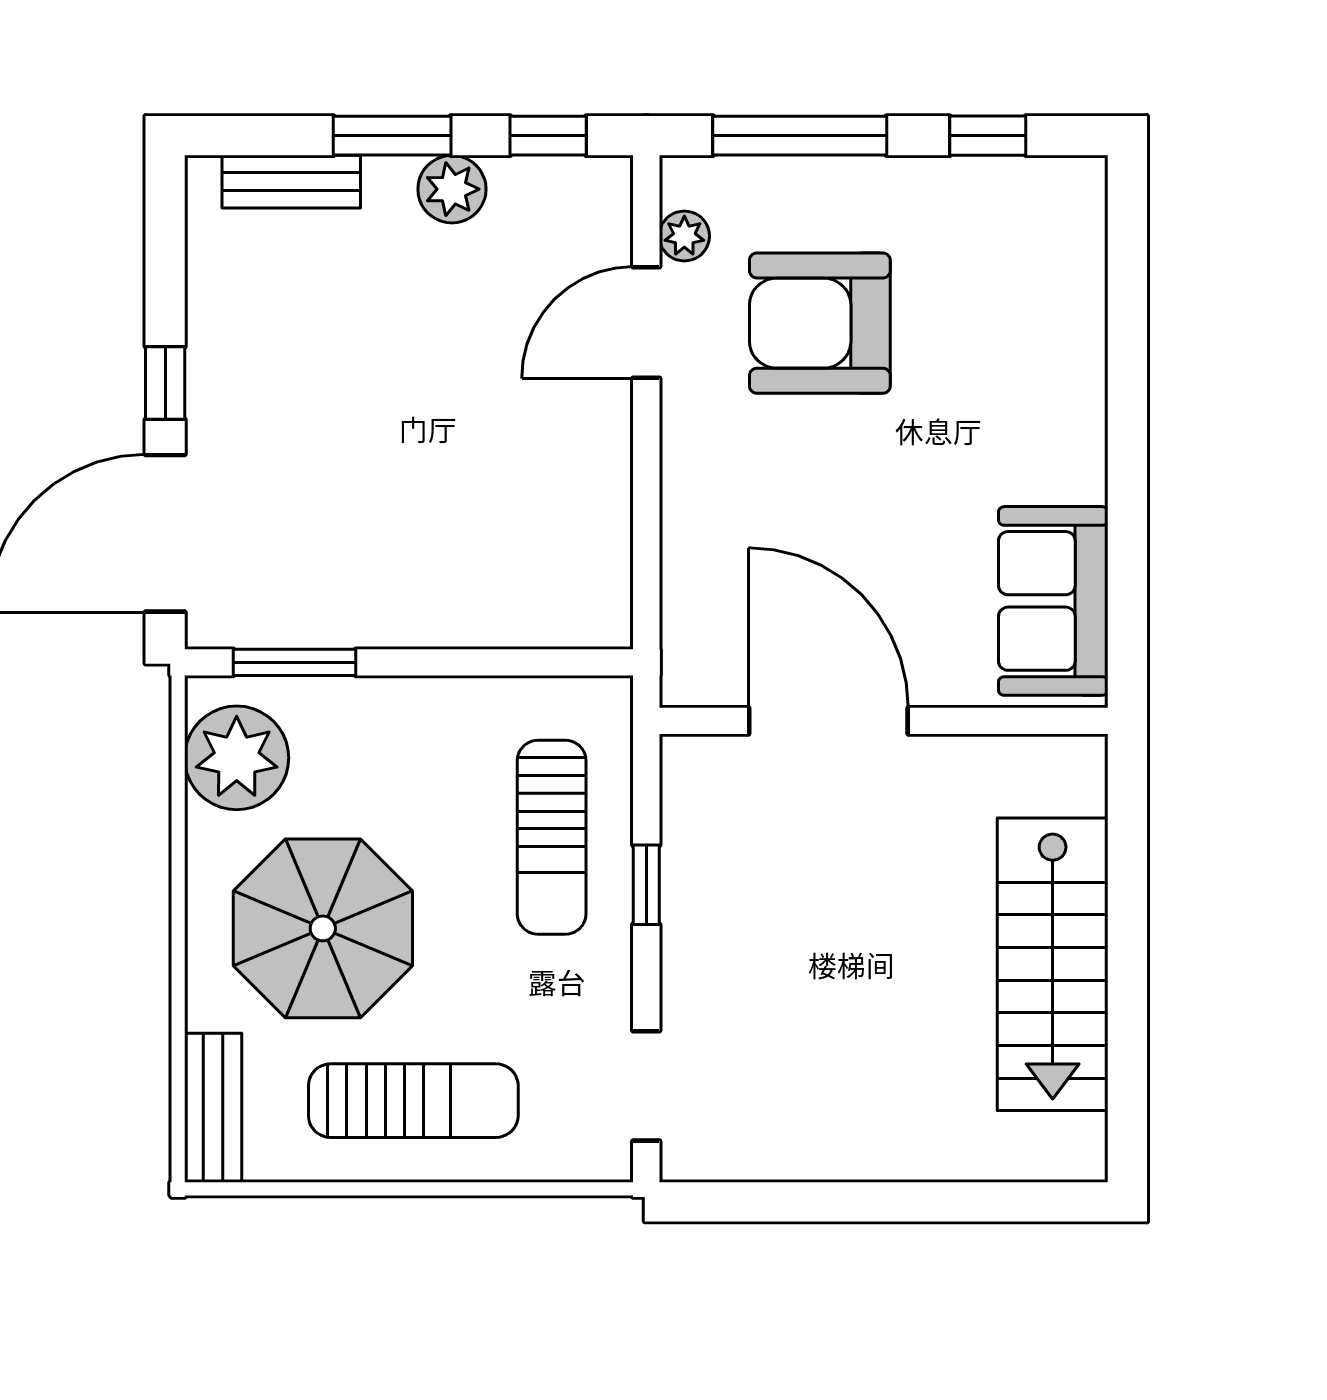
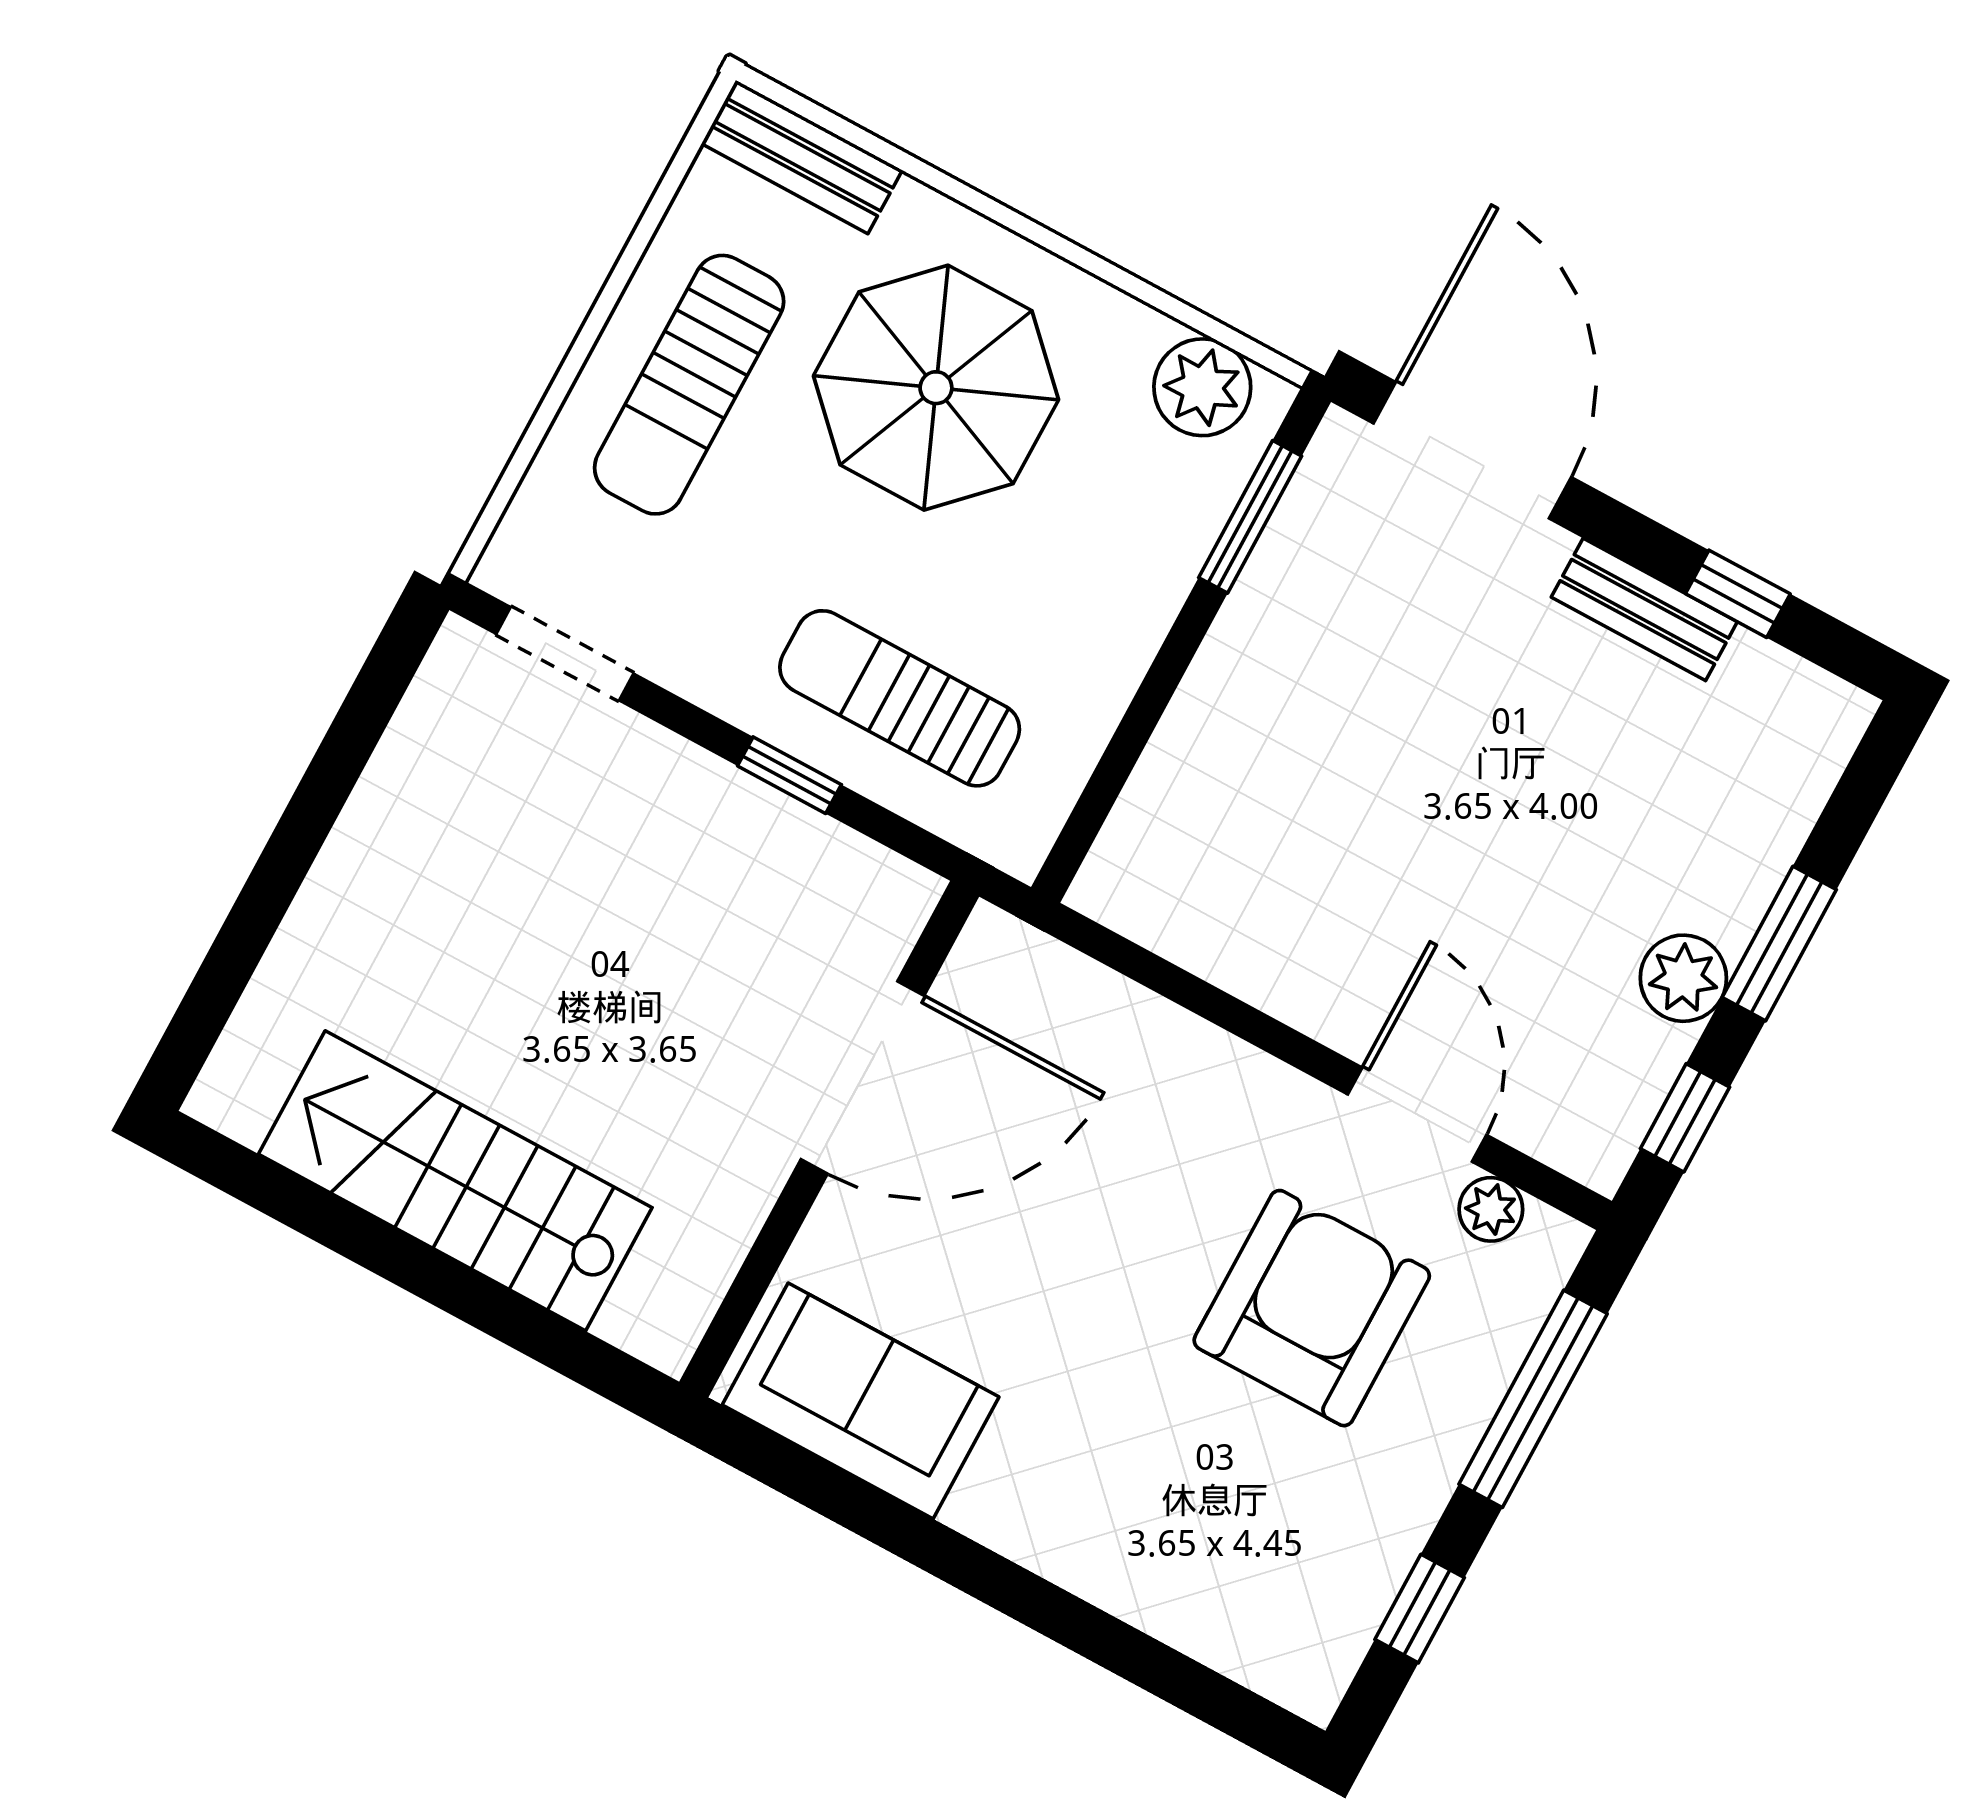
bench: (291, 182) -> (1644, 609), moved, turned 90
window: (165, 383) -> (1738, 594), moved
plant: (237, 758) -> (1202, 387), width x0.73, depth x0.73

